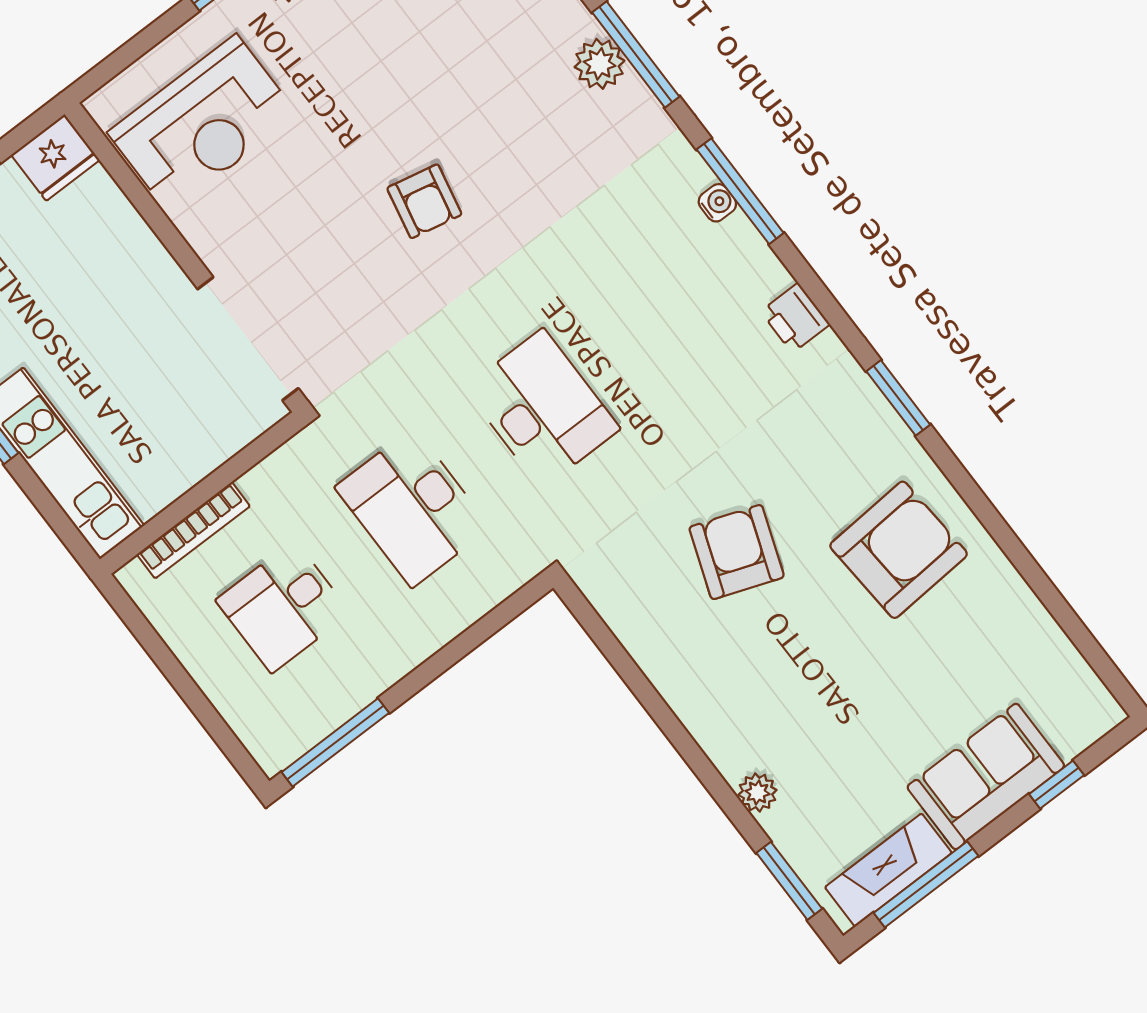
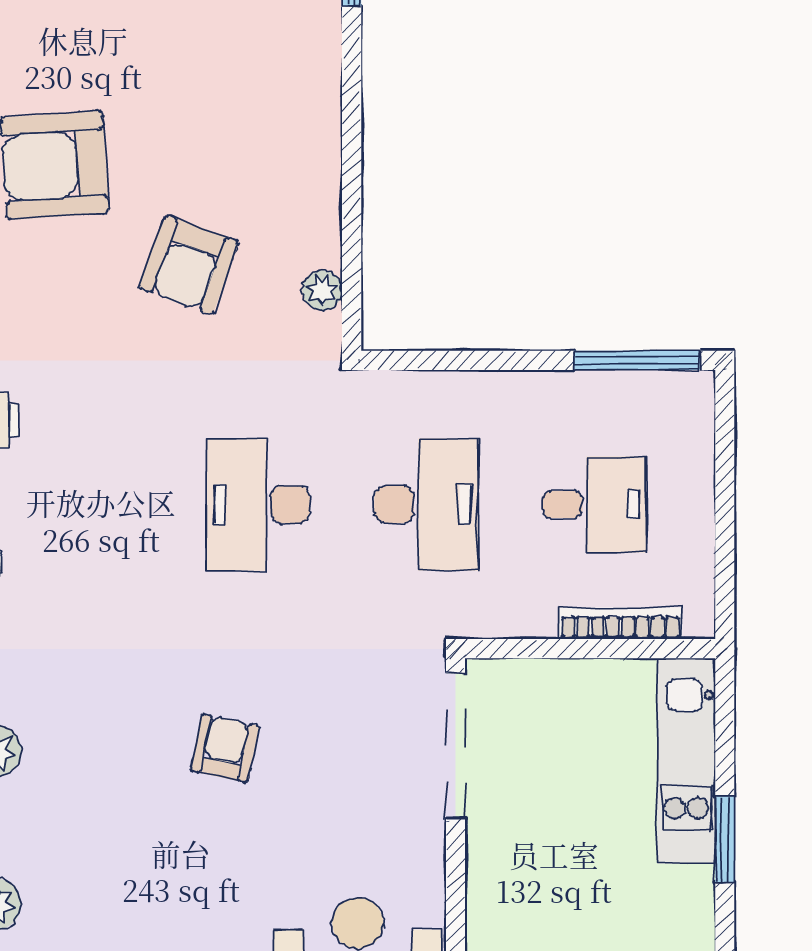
plant: (758, 792) -> (322, 290), moved

